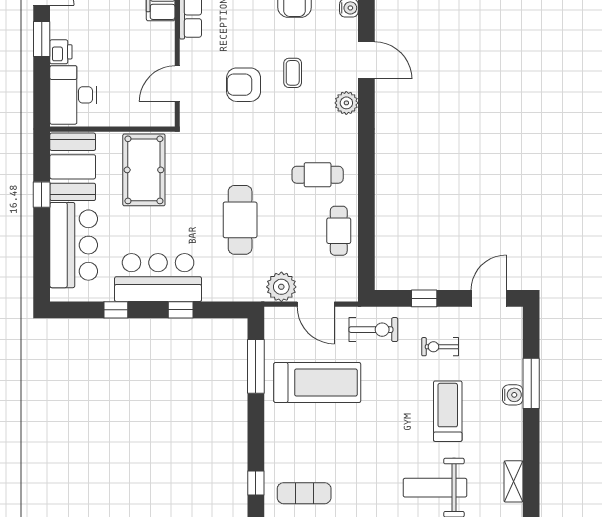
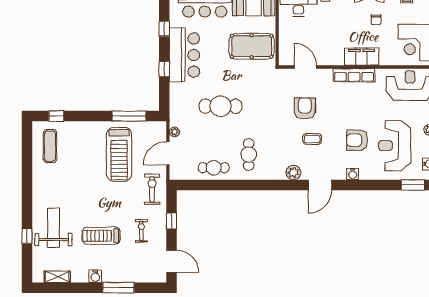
plant: (281, 287) -> (174, 132), width x0.53, depth x0.53
exercise bike: (373, 330) -> (152, 189), turned 180
water cooler: (513, 395) -> (95, 276), moved
treadmill: (448, 411) -> (101, 236), turned 180

